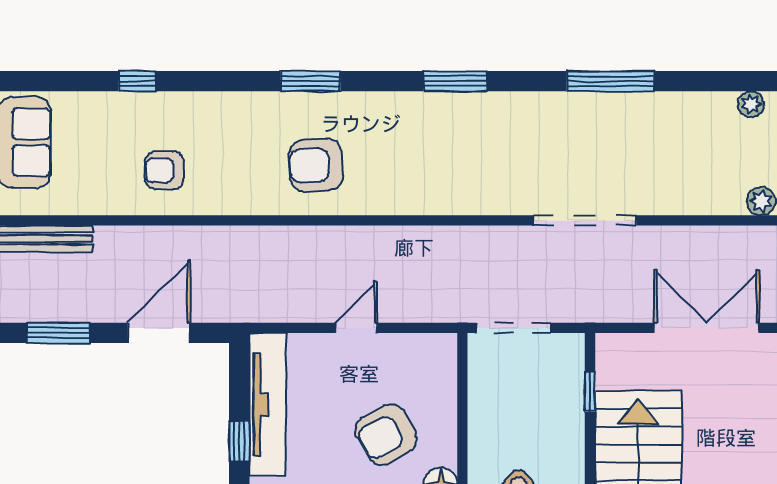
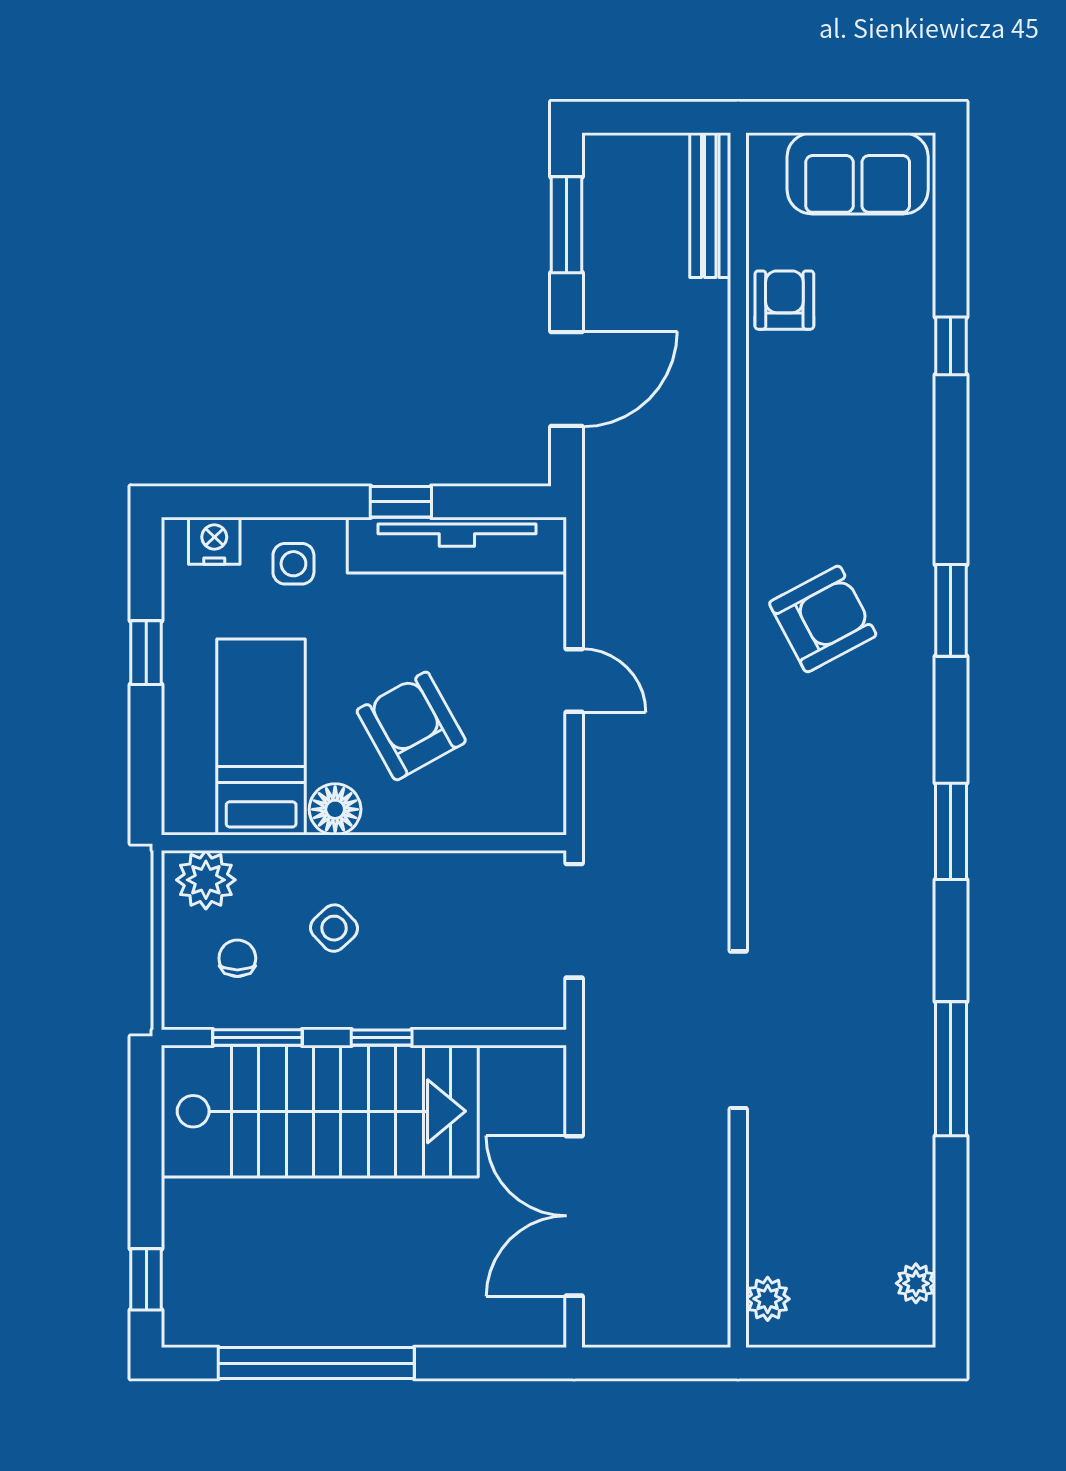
armchair: (316, 165) -> (823, 619), turned 65
armchair: (164, 170) -> (784, 300), moved
double door: (707, 328) -> (574, 1216), swing flipped
door: (159, 333) -> (566, 379), hinge flipped
window: (590, 392) -> (382, 1038), moved

